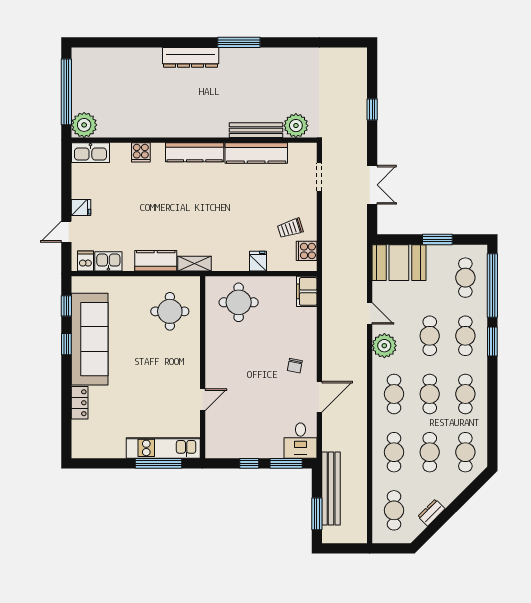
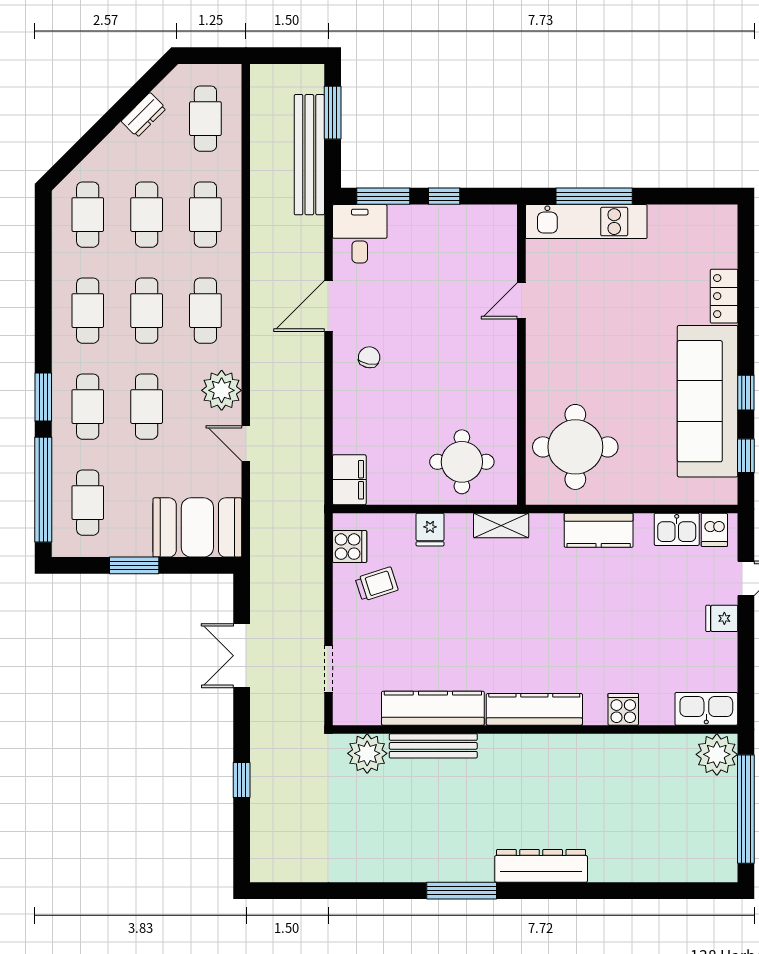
shelving: (195, 264) -> (501, 525), moved
round table: (170, 311) -> (575, 447), width x1.36, depth x1.36

